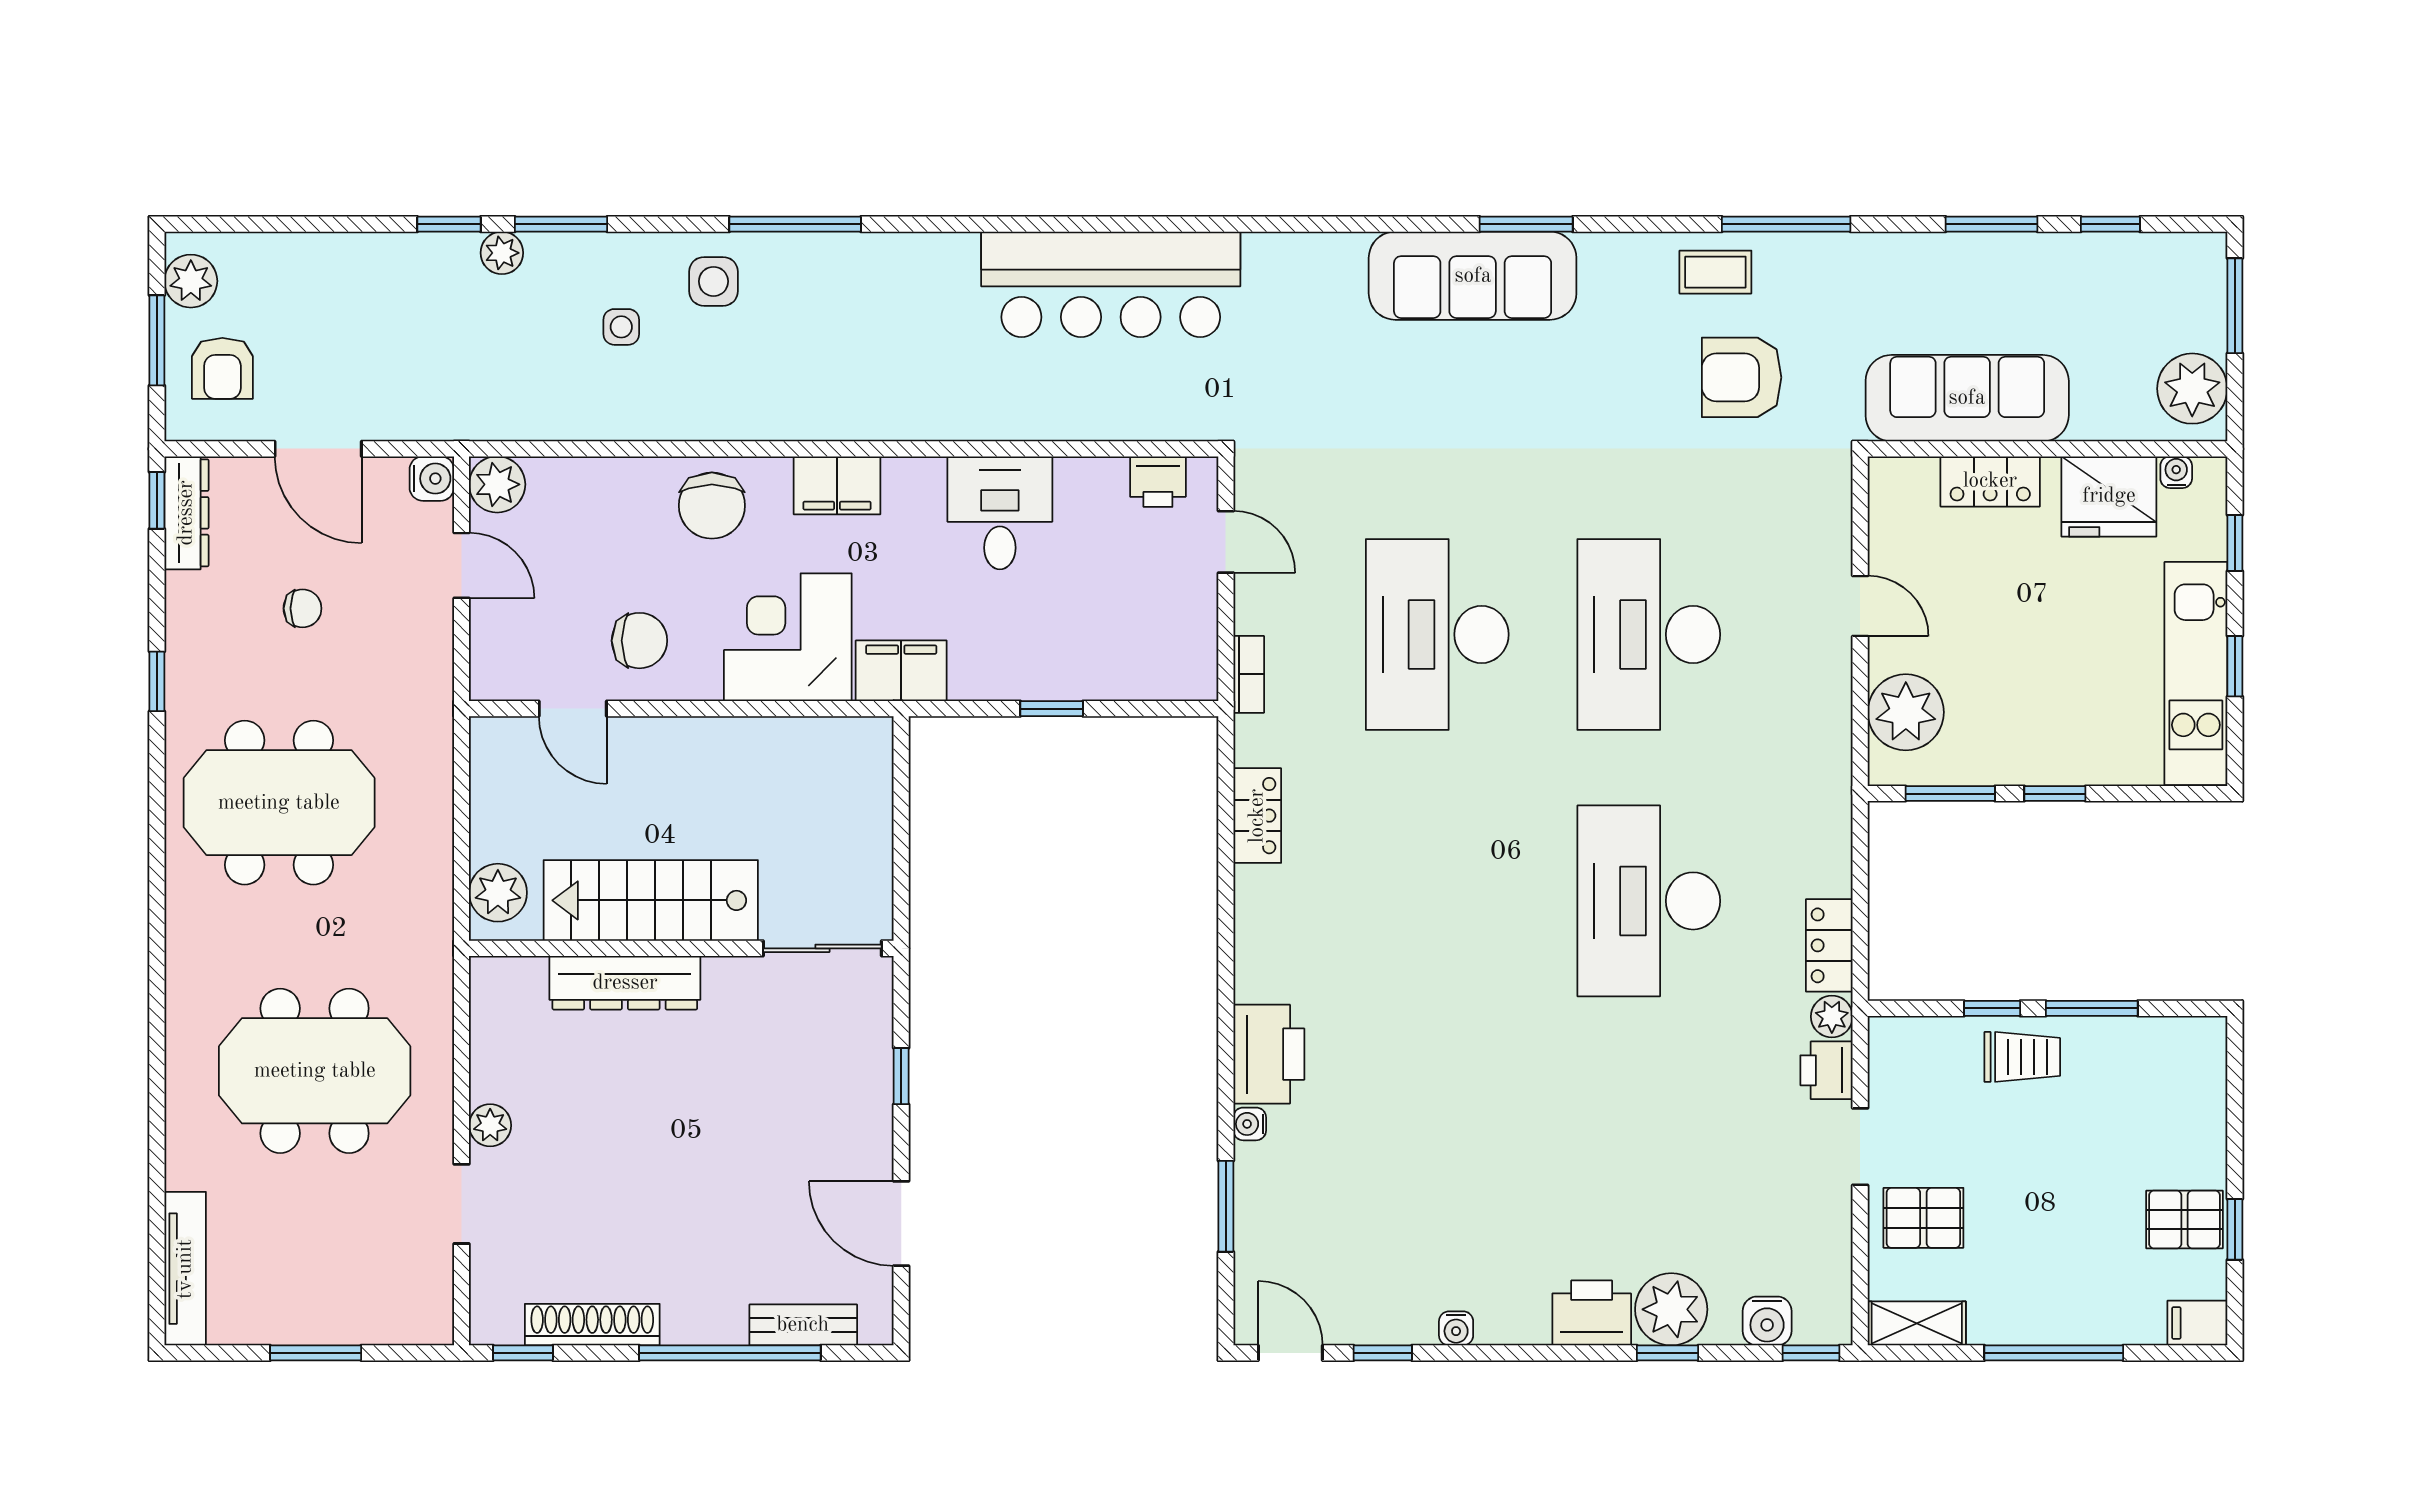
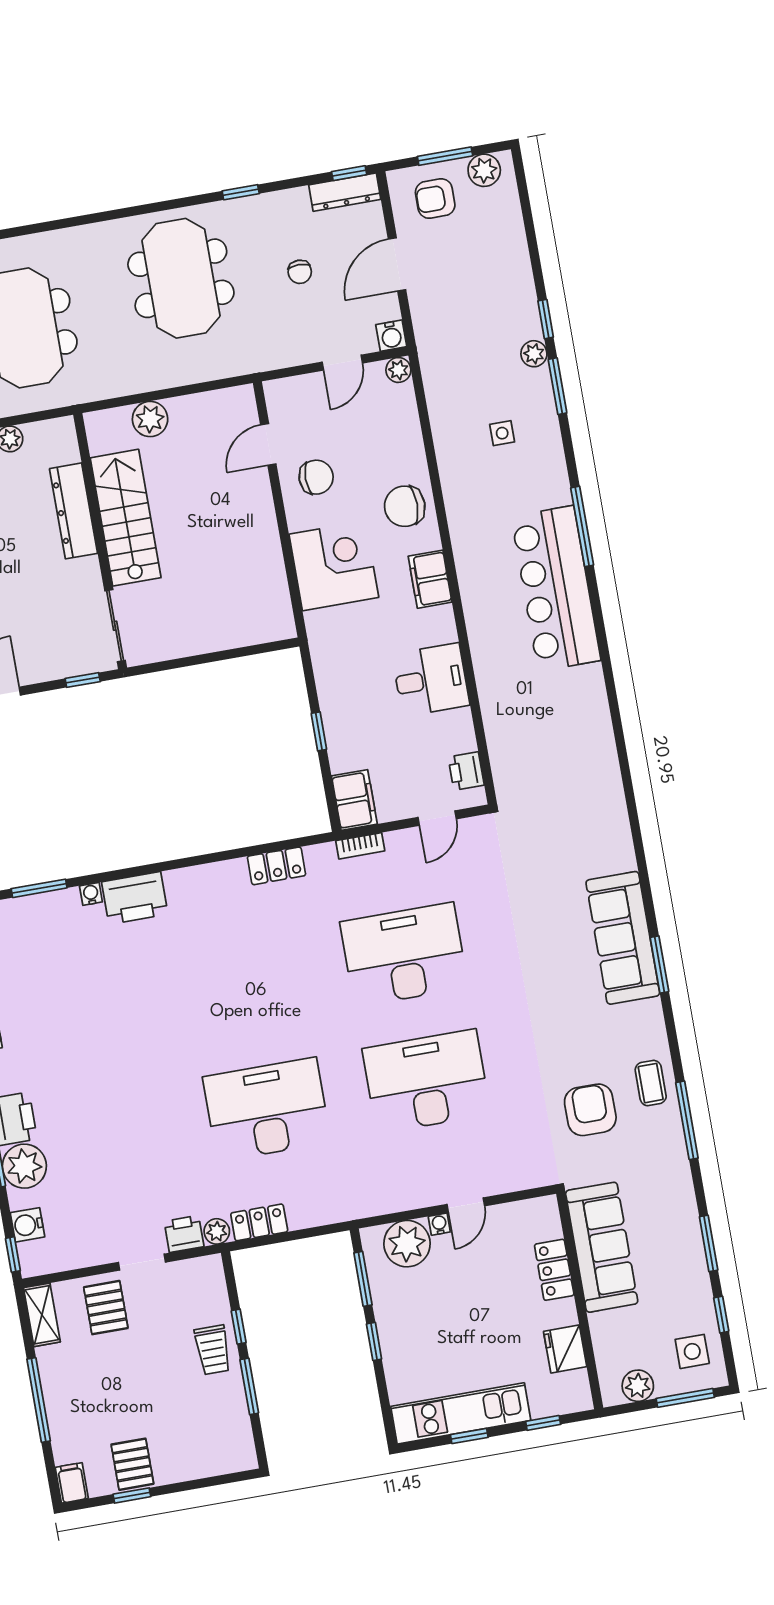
side table: (713, 281) -> (692, 1351), moved
bar counter: (1111, 284) -> (556, 588), moved
plant: (2192, 389) -> (638, 1386), width x0.73, depth x0.73
water cooler: (2176, 472) -> (439, 1224), moved, turned -90
plant: (497, 484) -> (398, 370), width x0.73, depth x0.73
fridge: (2109, 496) -> (565, 1349), width x0.73, depth x0.75
chair: (639, 641) -> (316, 477), turned -90
filing cabinet: (901, 671) -> (354, 800), moved
stairs: (651, 900) -> (126, 518), moved
wall: (681, 948) -> (100, 541), moved
sliding door: (822, 948) -> (115, 626), moved
dresser: (625, 983) -> (74, 511), moved

